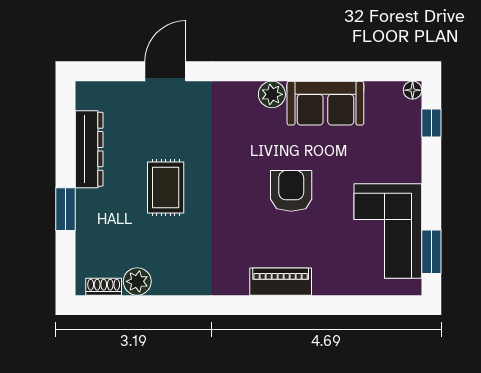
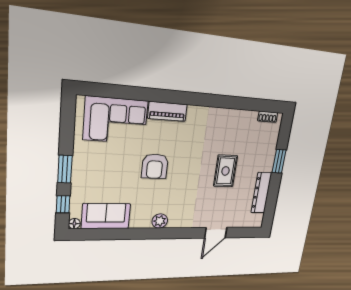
sofa: (325, 103) -> (106, 216), moved
corner sofa: (388, 231) -> (116, 120), moved, turned 90
window: (431, 252) -> (65, 169), moved
plant: (137, 281) -> (249, 118), removed

